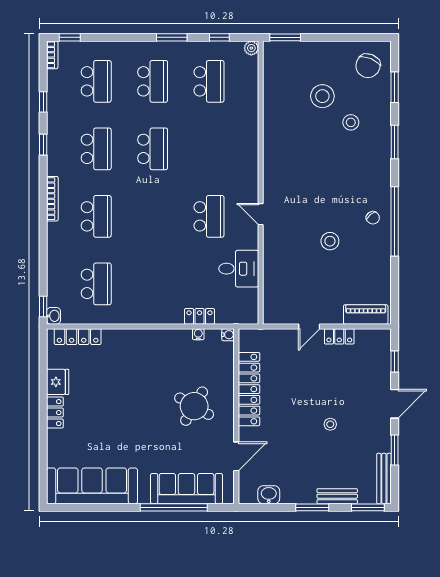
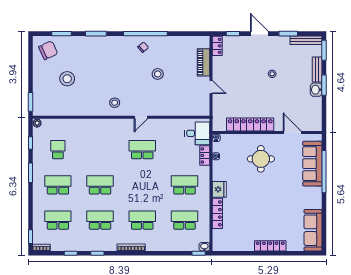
chair: (368, 66) -> (48, 50), turned -47
school desk: (209, 81) -> (58, 150), width x0.54
stool: (351, 122) -> (115, 103), moved
desk: (239, 269) -> (197, 133), moved, turned 90
school desk: (153, 284) -> (184, 185), added
piano: (366, 314) -> (204, 62), moved
locker: (339, 336) -> (217, 46), moved
locker: (78, 337) -> (217, 213), moved
fridge: (58, 382) -> (219, 189), moved, turned 90
round table: (194, 406) -> (261, 159), turned -30
locker: (55, 413) -> (270, 246), width x1.53
sofa: (92, 486) -> (313, 230), width x0.74, depth x0.79
washbasin: (269, 495) -> (316, 90), moved

